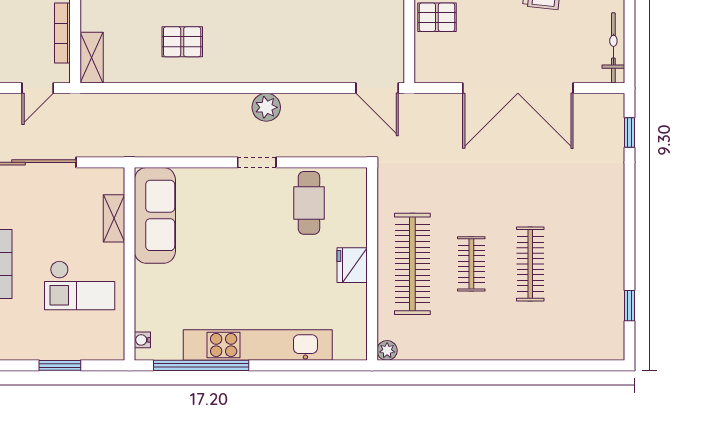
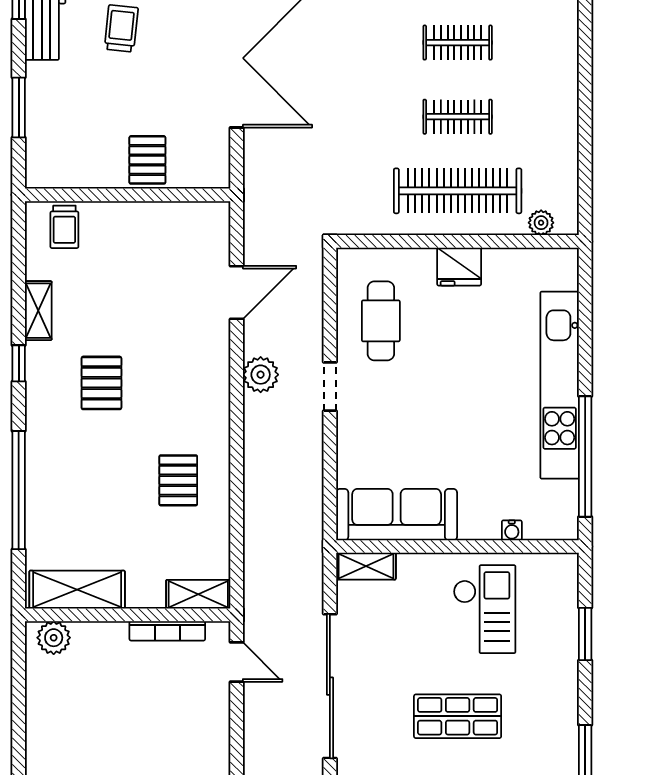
door: (377, 88) -> (237, 292), moved
cafe table: (309, 203) -> (381, 321), turned 90
shelving: (114, 218) -> (366, 566), moved
clothes rail: (530, 264) -> (458, 43), width x0.73
water cooler: (142, 340) -> (512, 530), moved
plant: (387, 350) -> (541, 223), moved

